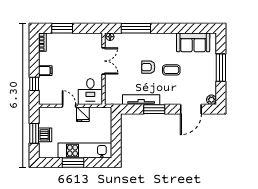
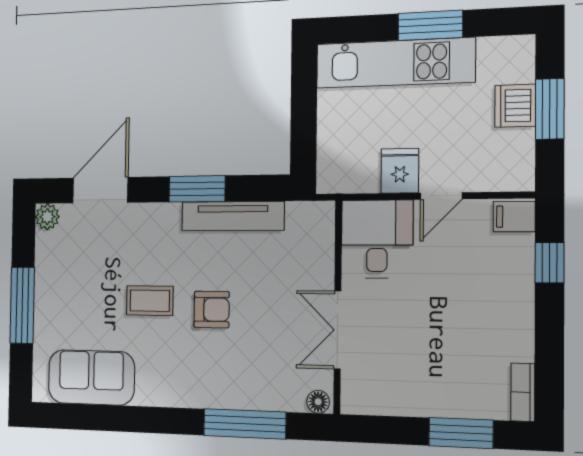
filing cabinet: (45, 71) -> (514, 217), moved
door: (69, 106) -> (441, 196), hinge flipped

